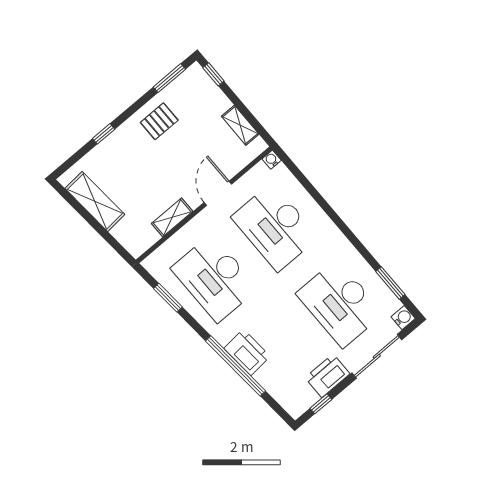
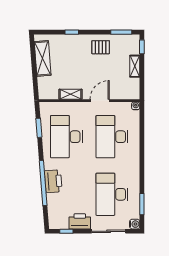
shelving: (240, 125) -> (135, 66), moved

